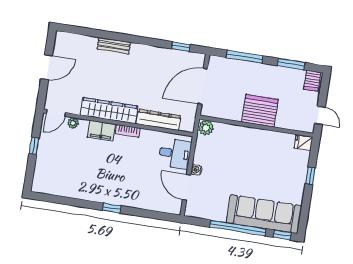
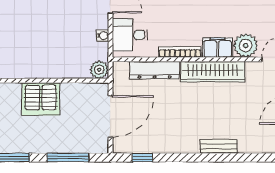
plant: (73, 123) -> (246, 46), width x1.88, depth x1.88
bookcase: (128, 131) -> (180, 52), width x1.56
water cooler: (196, 170) -> (103, 36), moved

